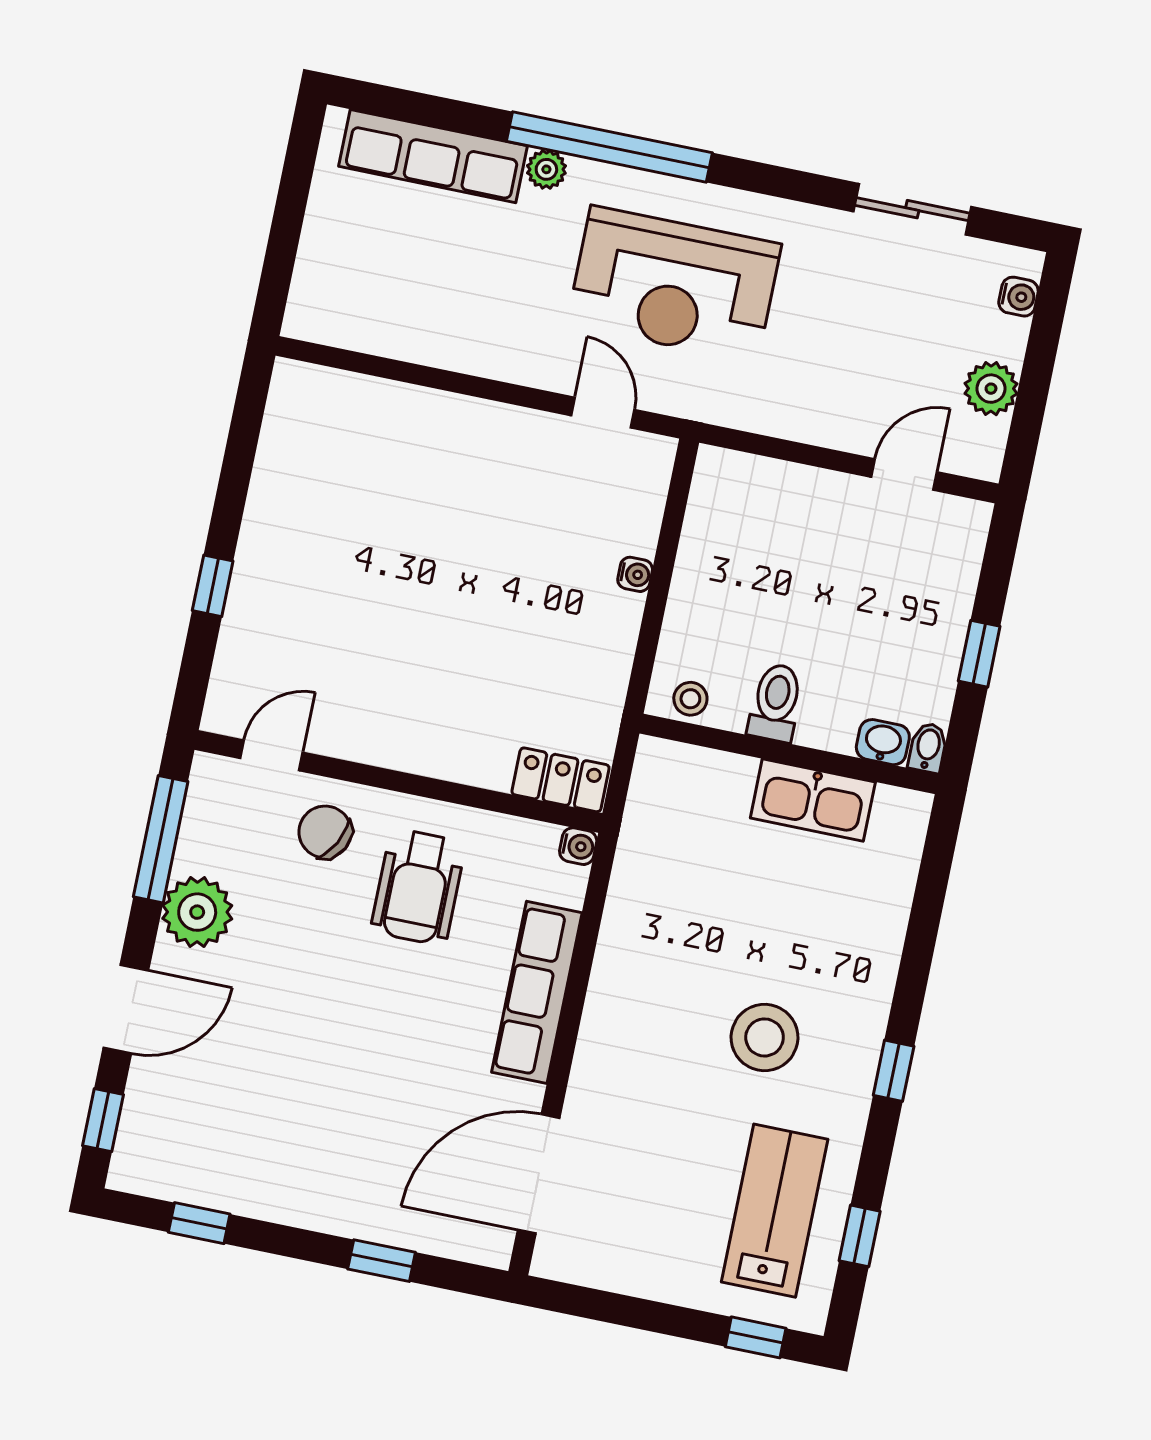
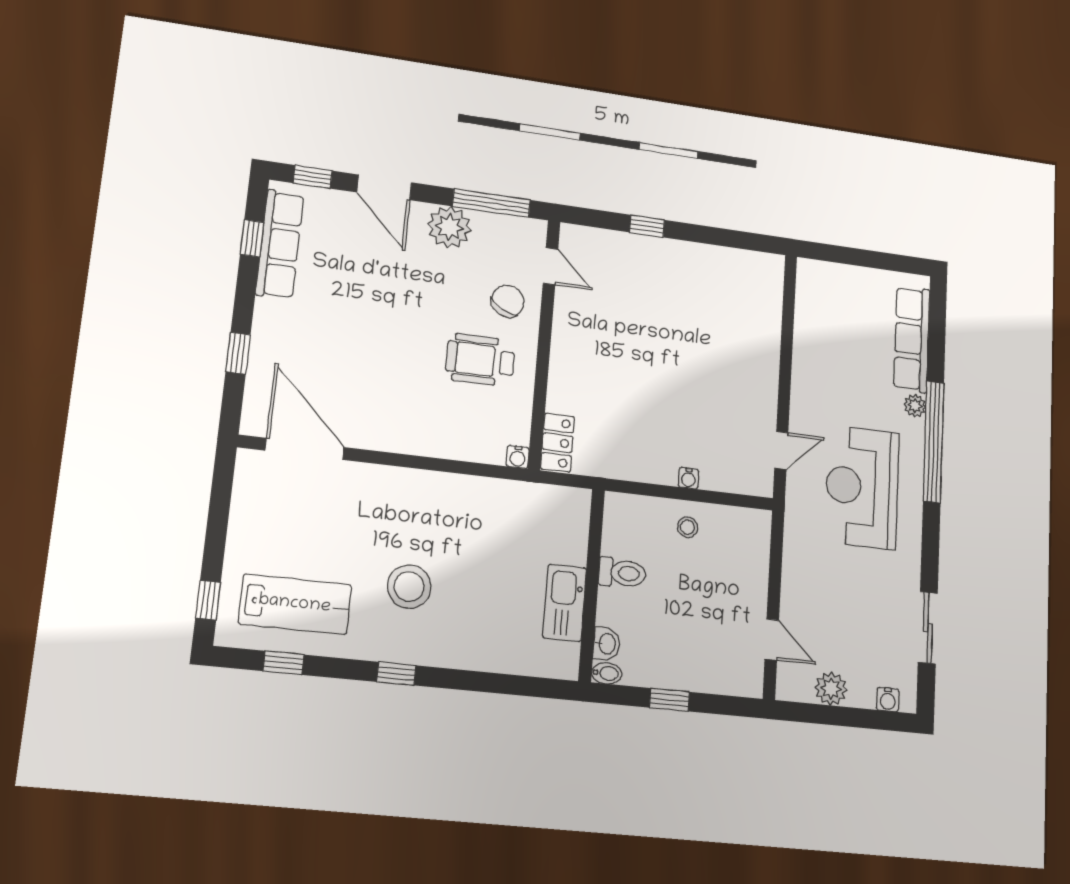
stool: (690, 699) -> (687, 527), moved
row of seats: (537, 992) -> (280, 244), moved, turned 90

